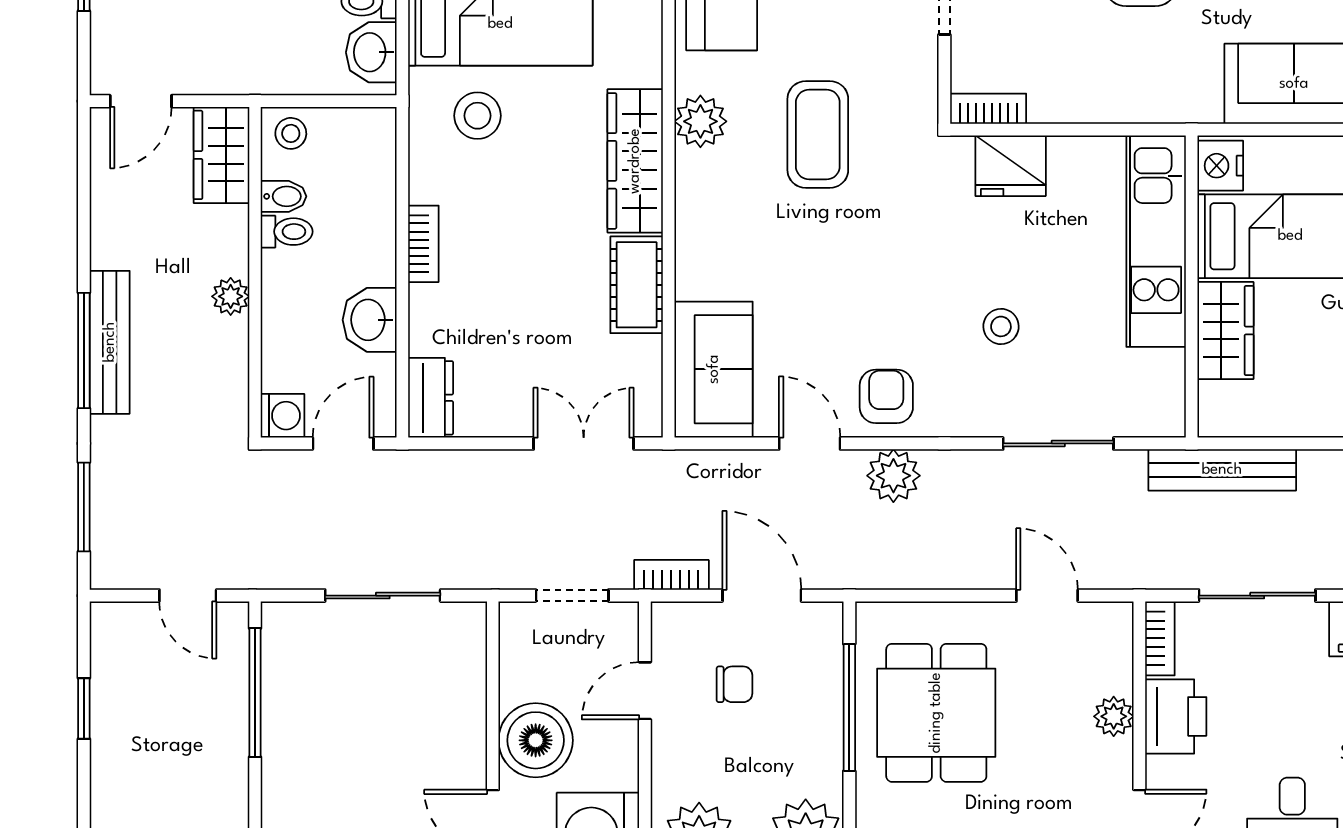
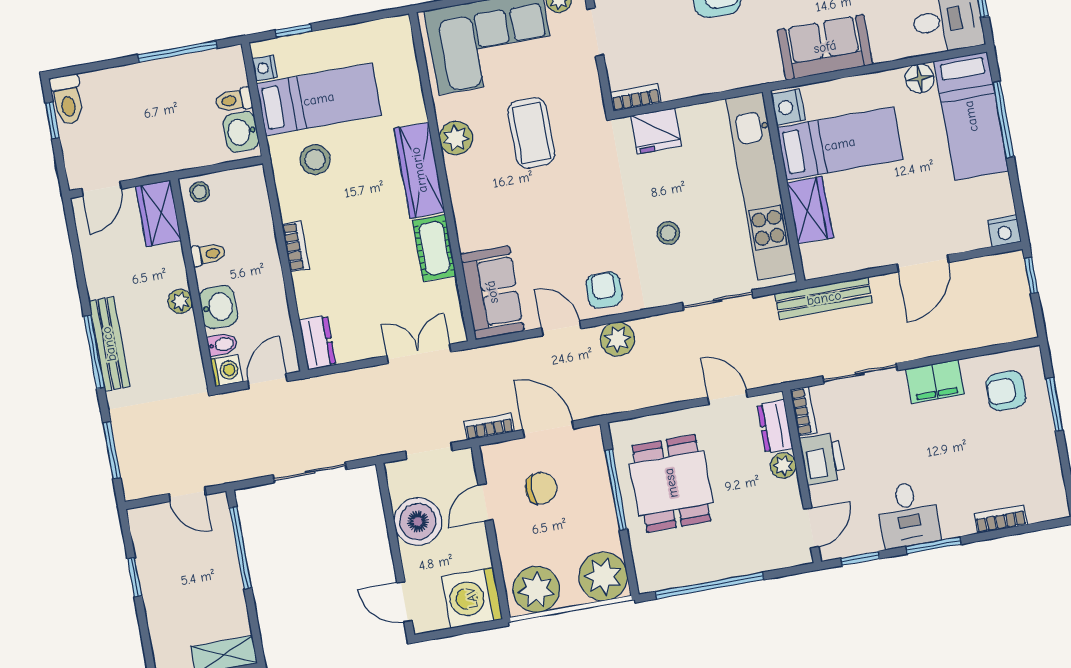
bidet: (284, 196) -> (222, 344), moved
kitchen unit: (1156, 241) -> (760, 186), width x1.36
washbasin: (370, 320) -> (218, 307), moved, turned 180
dresser: (1112, 654) -> (775, 426), added
chair: (734, 684) -> (541, 488), width x1.37, depth x1.37
boiler: (536, 740) -> (418, 522), moved

